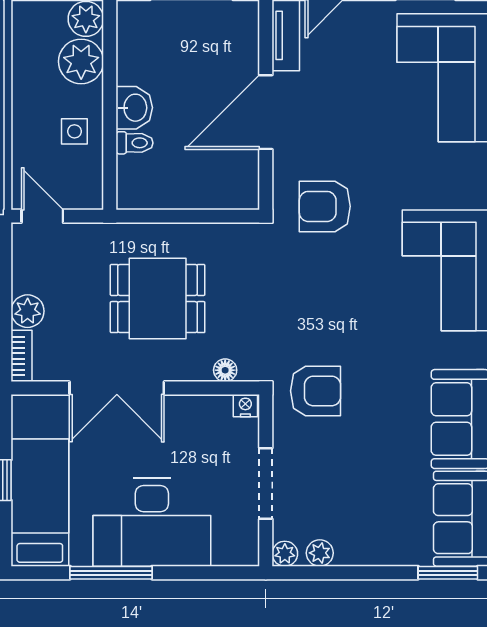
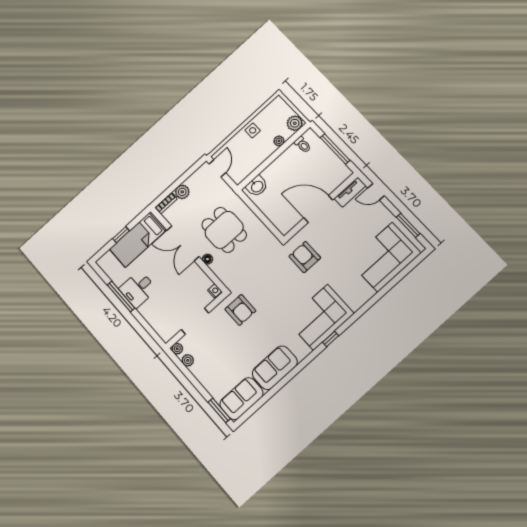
plant: (81, 61) -> (279, 141), width x0.53, depth x0.53
washbasin: (134, 108) -> (257, 186), moved
side table: (74, 131) -> (253, 130), moved
toilet: (135, 143) -> (303, 145), moved
floor lamp: (225, 370) -> (207, 259), moved
bed: (40, 503) -> (138, 239), moved, turned 180
desk: (152, 522) -> (138, 289), width x0.53, depth x0.77

